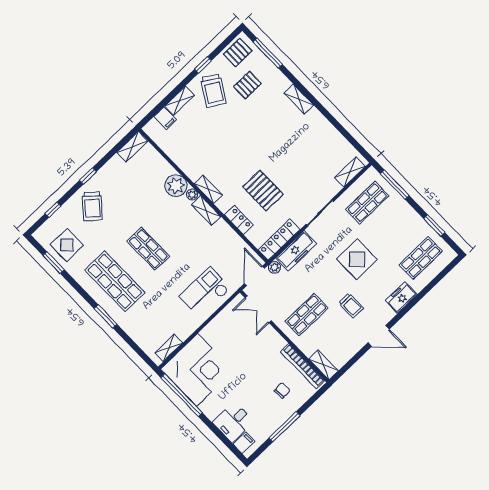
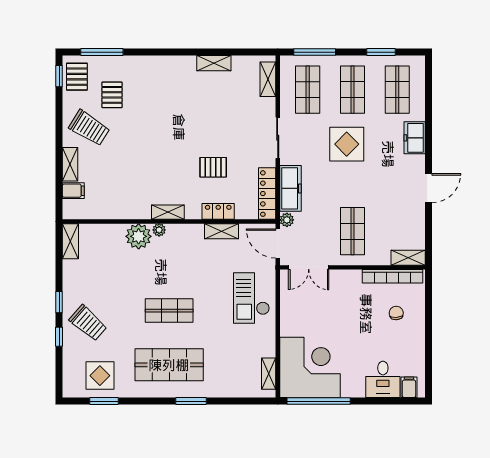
window: (203, 65) -> (59, 76), moved
shelving: (299, 99) -> (214, 63), moved
pallet: (263, 191) -> (213, 167), width x0.67, depth x0.71
window: (53, 210) -> (59, 337), moved
shelving: (206, 211) -> (222, 231), moved
shop shelf: (394, 230) -> (352, 90), added
trolley: (351, 306) -> (381, 187), removed
window: (284, 427) -> (428, 340), removed

